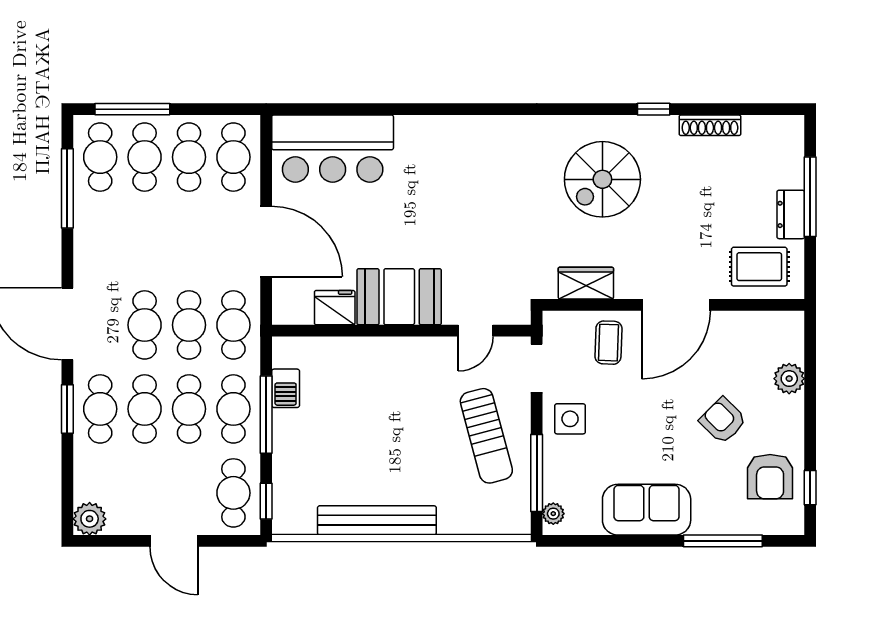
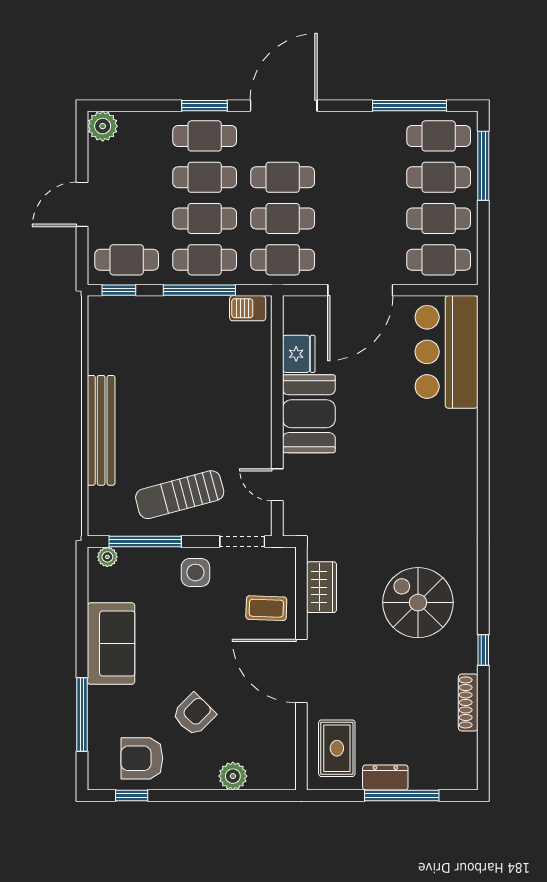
barbecue: (286, 388) -> (248, 308), moved
bench: (377, 520) -> (101, 430), moved

